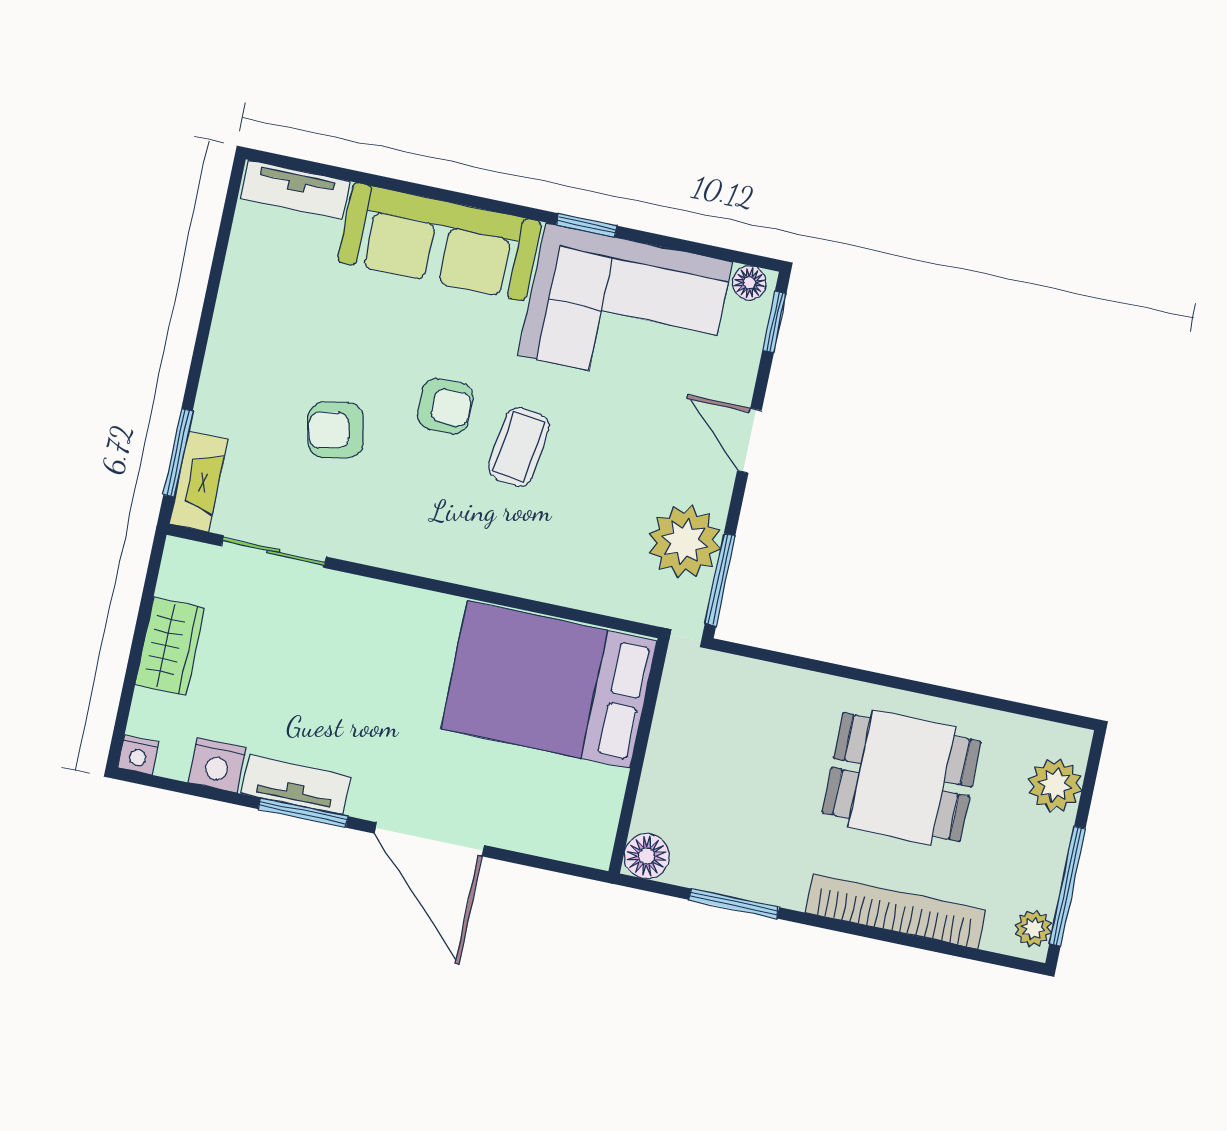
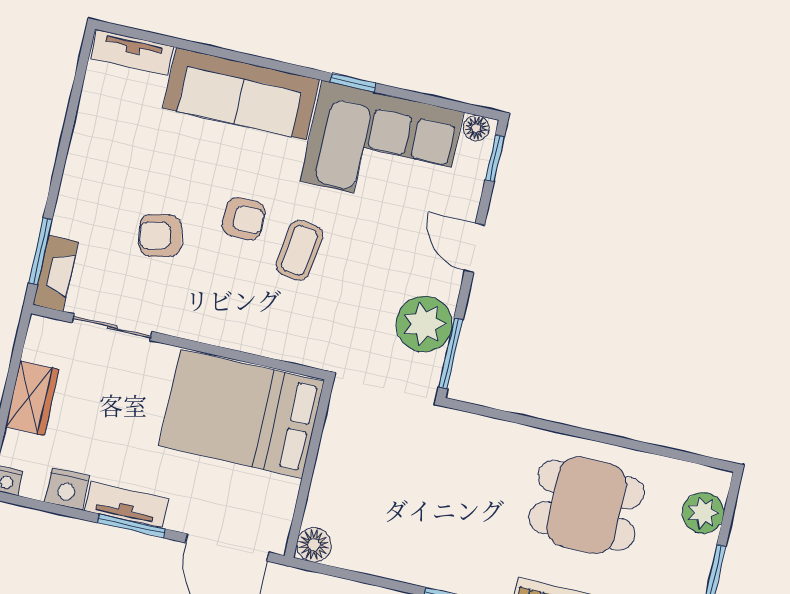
bed: (549, 685) -> (241, 414), moved
wall: (639, 756) -> (309, 469), moved
floor lamp: (647, 856) -> (314, 545), moved

